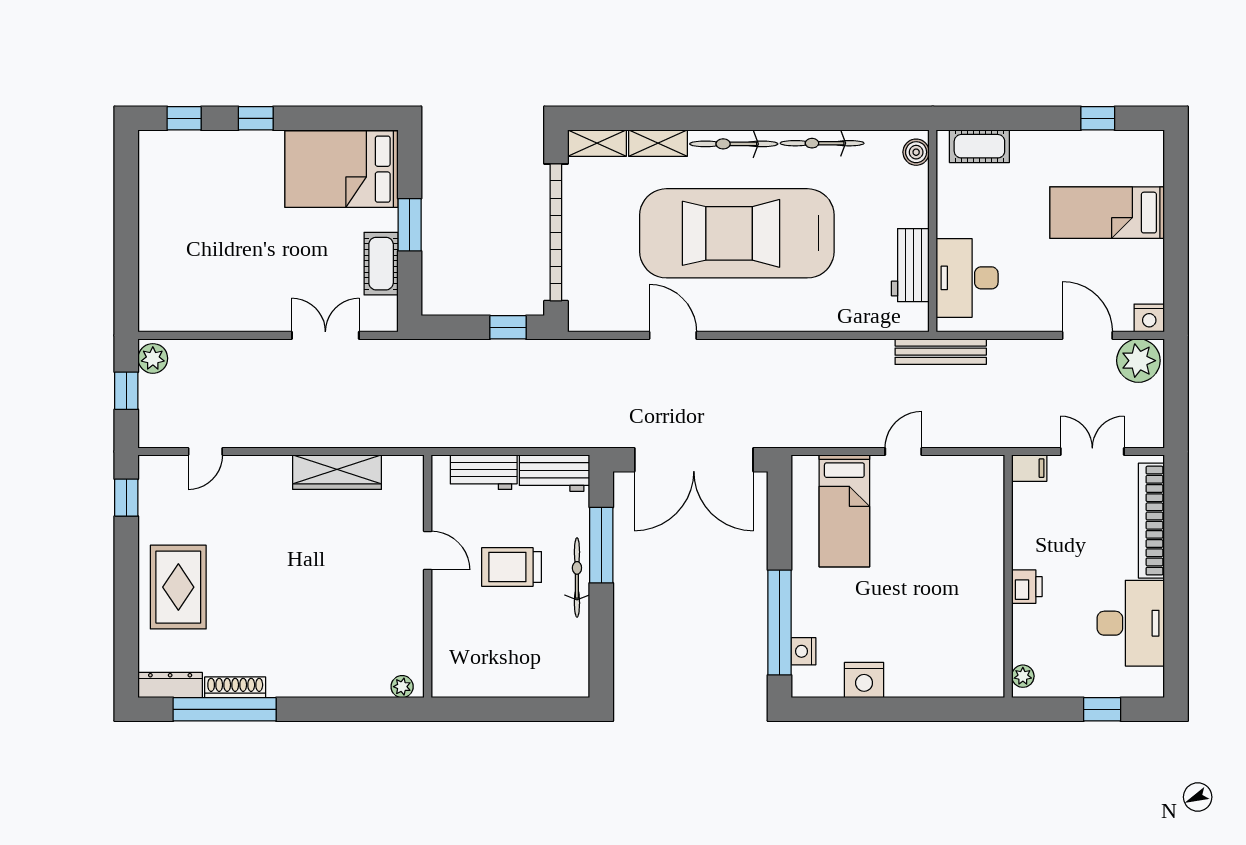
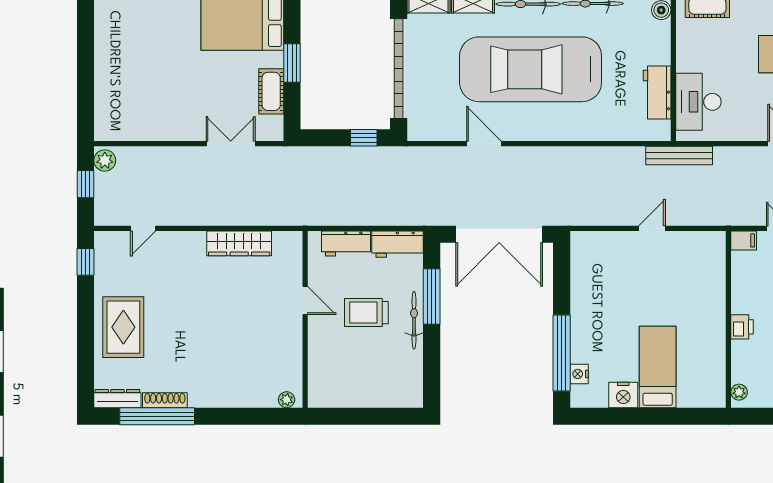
bed: (844, 511) -> (658, 367), moved, turned 180

